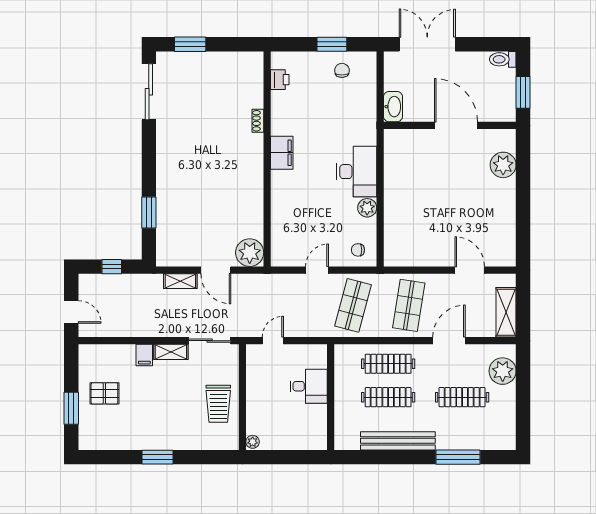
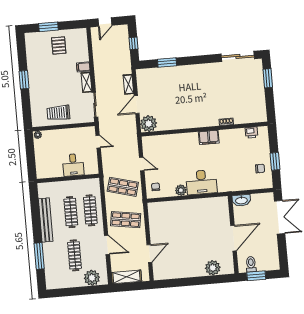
toilet: (503, 59) -> (251, 264), moved

